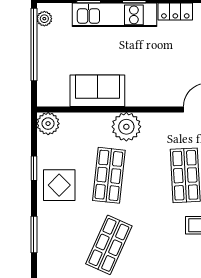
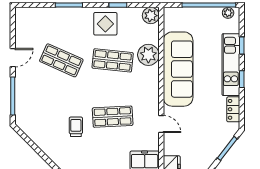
sofa: (97, 91) -> (178, 69), width x1.85, depth x1.27
plant: (126, 127) -> (148, 55), moved

